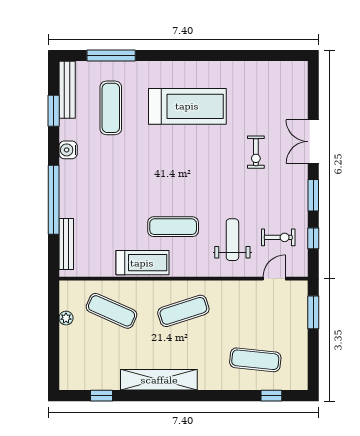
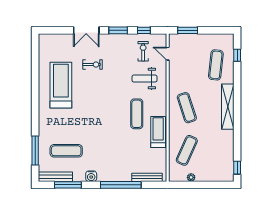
treadmill: (187, 106) -> (61, 85), moved
window: (54, 111) -> (68, 185), width x1.44
shelving: (159, 380) -> (228, 107), moved
window: (102, 396) -> (237, 168), moved

